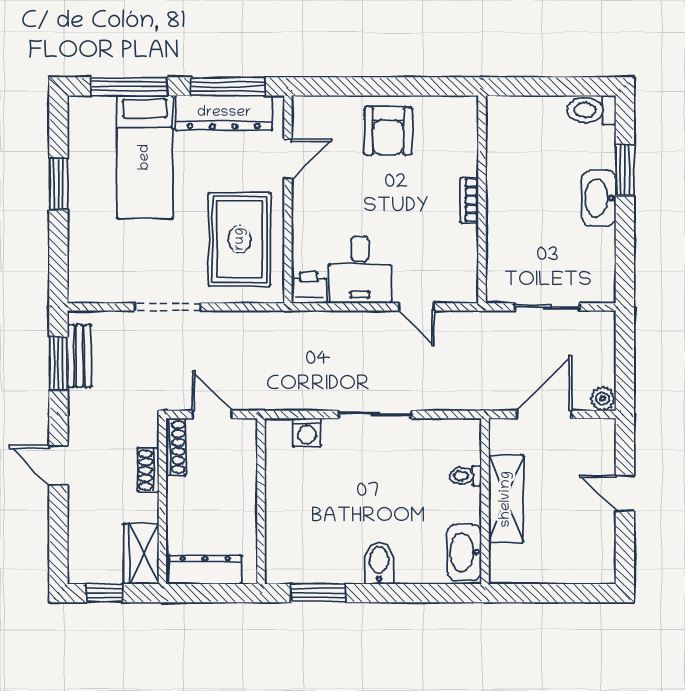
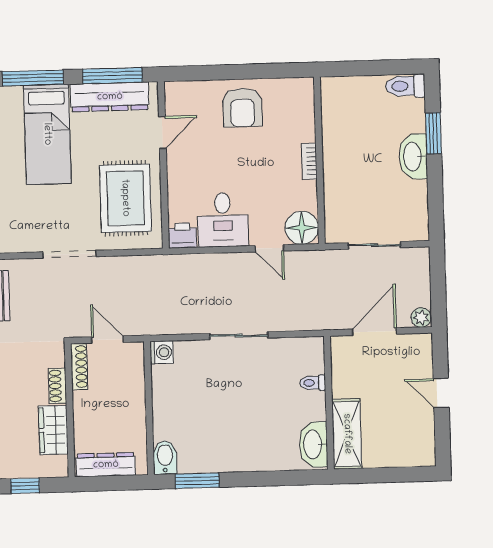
floor lamp: (458, 283) -> (302, 228), added
washing machine: (307, 432) -> (162, 352), moved, turned -90
shelving: (506, 499) -> (347, 434), moved
wardrobe: (141, 554) -> (53, 430), moved
bidet: (379, 563) -> (165, 457), moved

